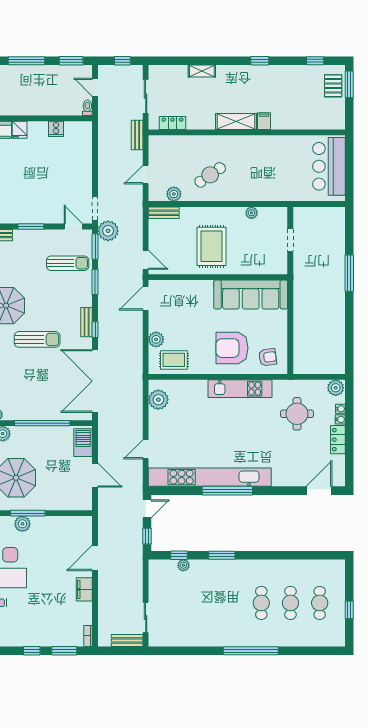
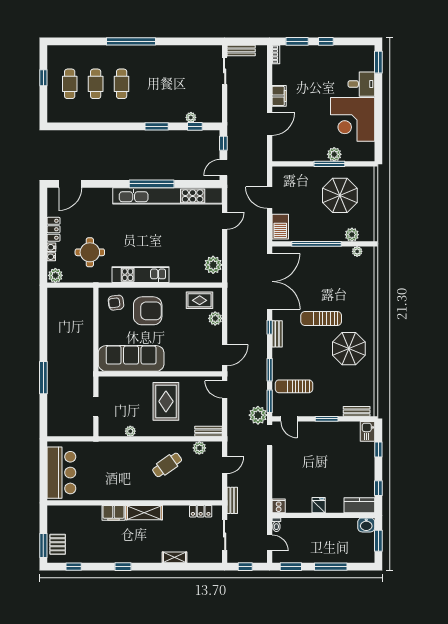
filing cabinet: (264, 121) -> (113, 513), width x2.00
cooker: (56, 129) -> (279, 506), moved
fridge: (20, 130) -> (319, 505), moved

